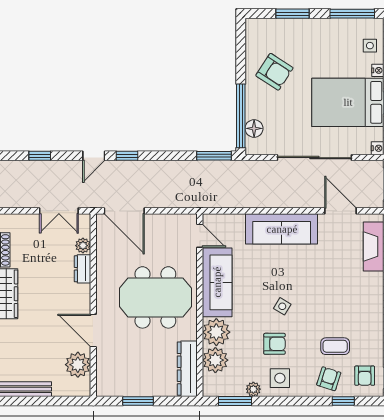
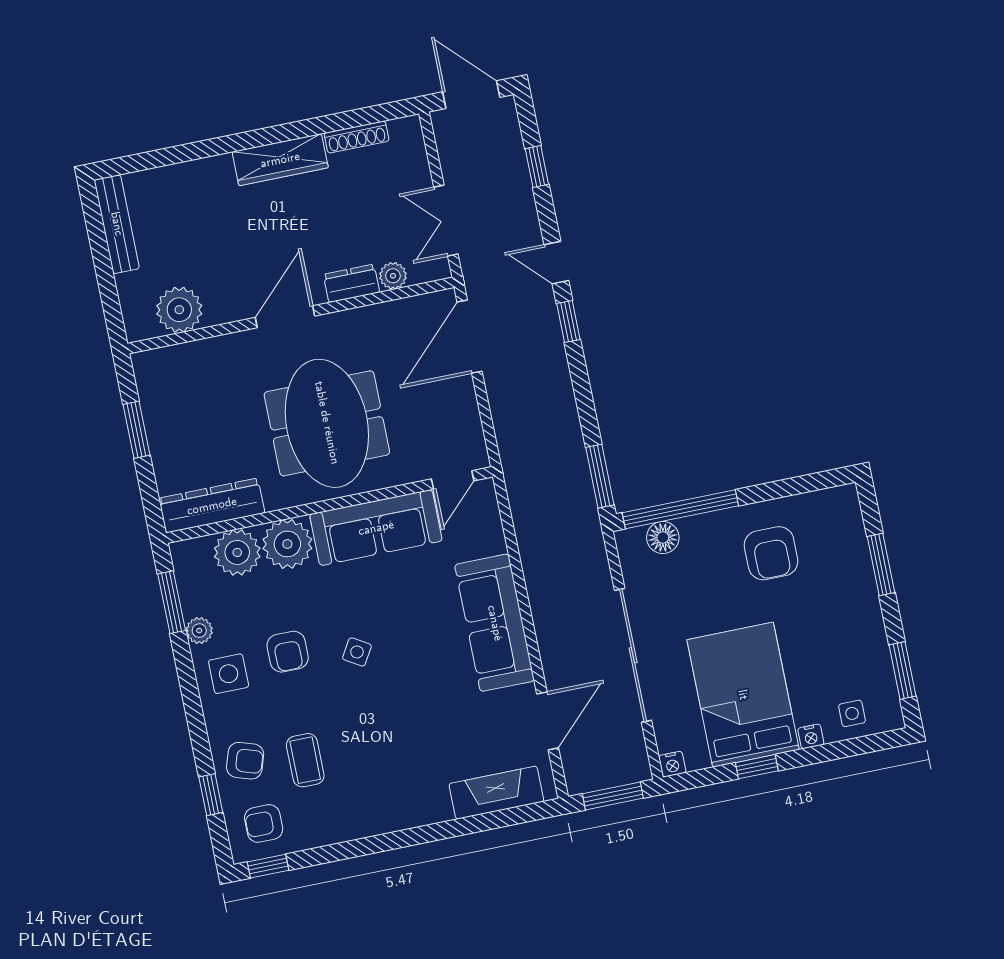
window: (352, 14) -> (903, 671), width x0.69
armchair: (274, 72) -> (771, 553), turned -33
door: (93, 330) -> (285, 317), moved

